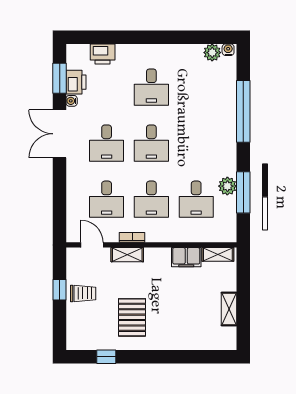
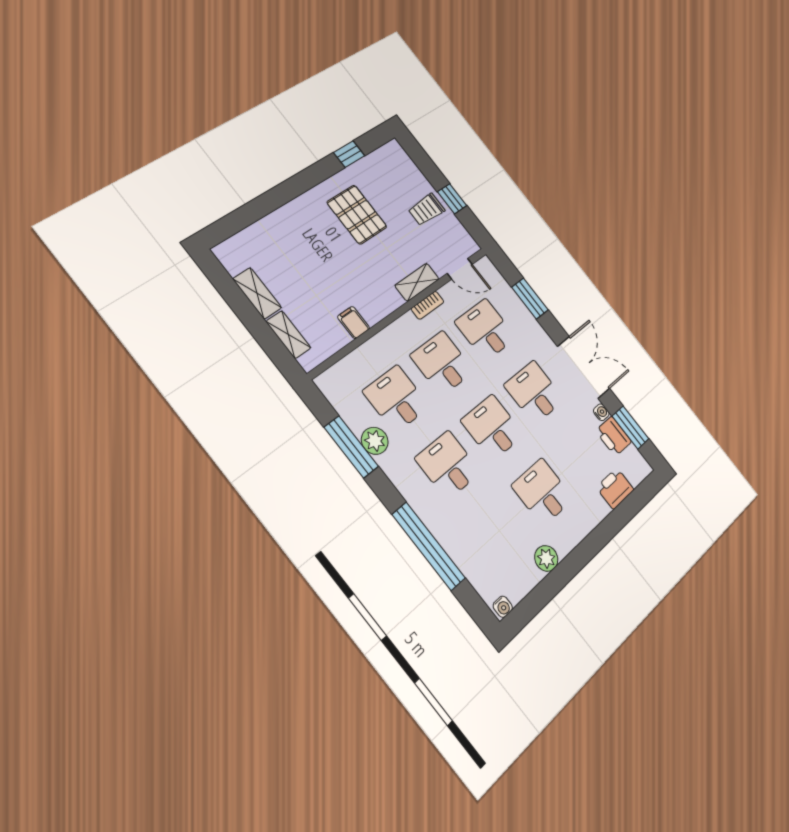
plant: (212, 53) -> (546, 558), moved
desk: (196, 143) -> (448, 465), added
window: (60, 197) -> (530, 299), added
shelving: (218, 254) -> (288, 335), moved, turned 90
filing cabinet: (186, 257) -> (354, 323), width x0.50

